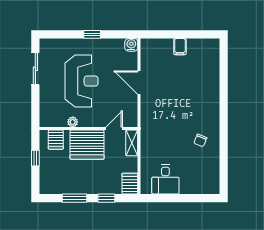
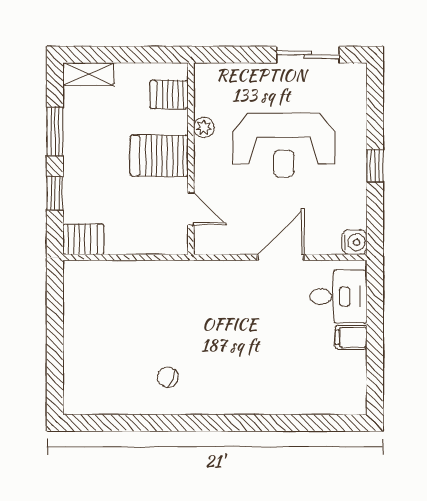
shelving: (132, 143) -> (88, 74), moved
server rack: (87, 145) -> (159, 156), width x0.62
window: (35, 158) -> (133, 55), removed
desk: (165, 179) -> (338, 297), moved, turned 180

